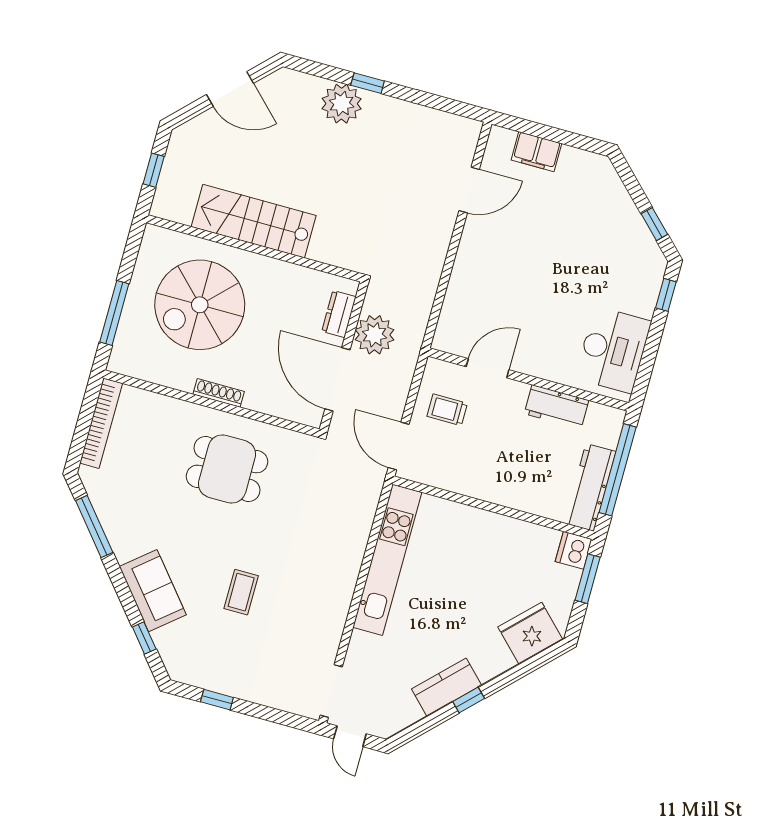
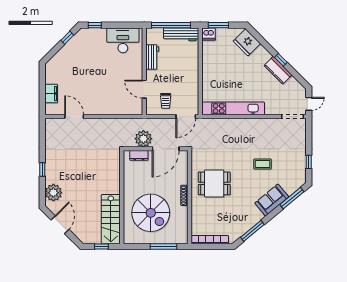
plant: (342, 104) -> (53, 193), moved
stairs: (254, 221) -> (111, 219), moved
dining table: (227, 469) -> (214, 183), turned 90
window: (144, 638) -> (292, 198), width x2.17

